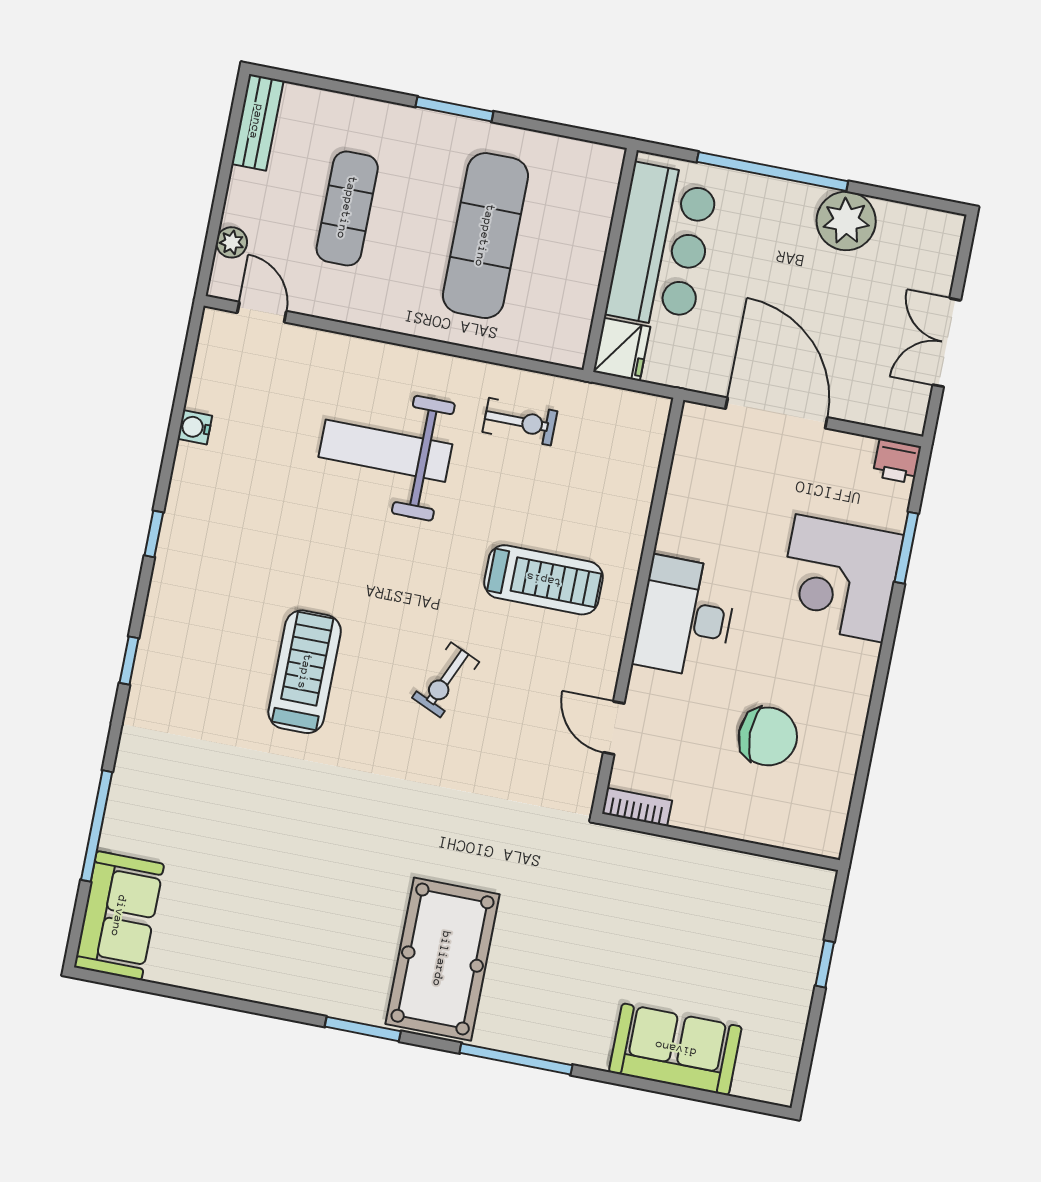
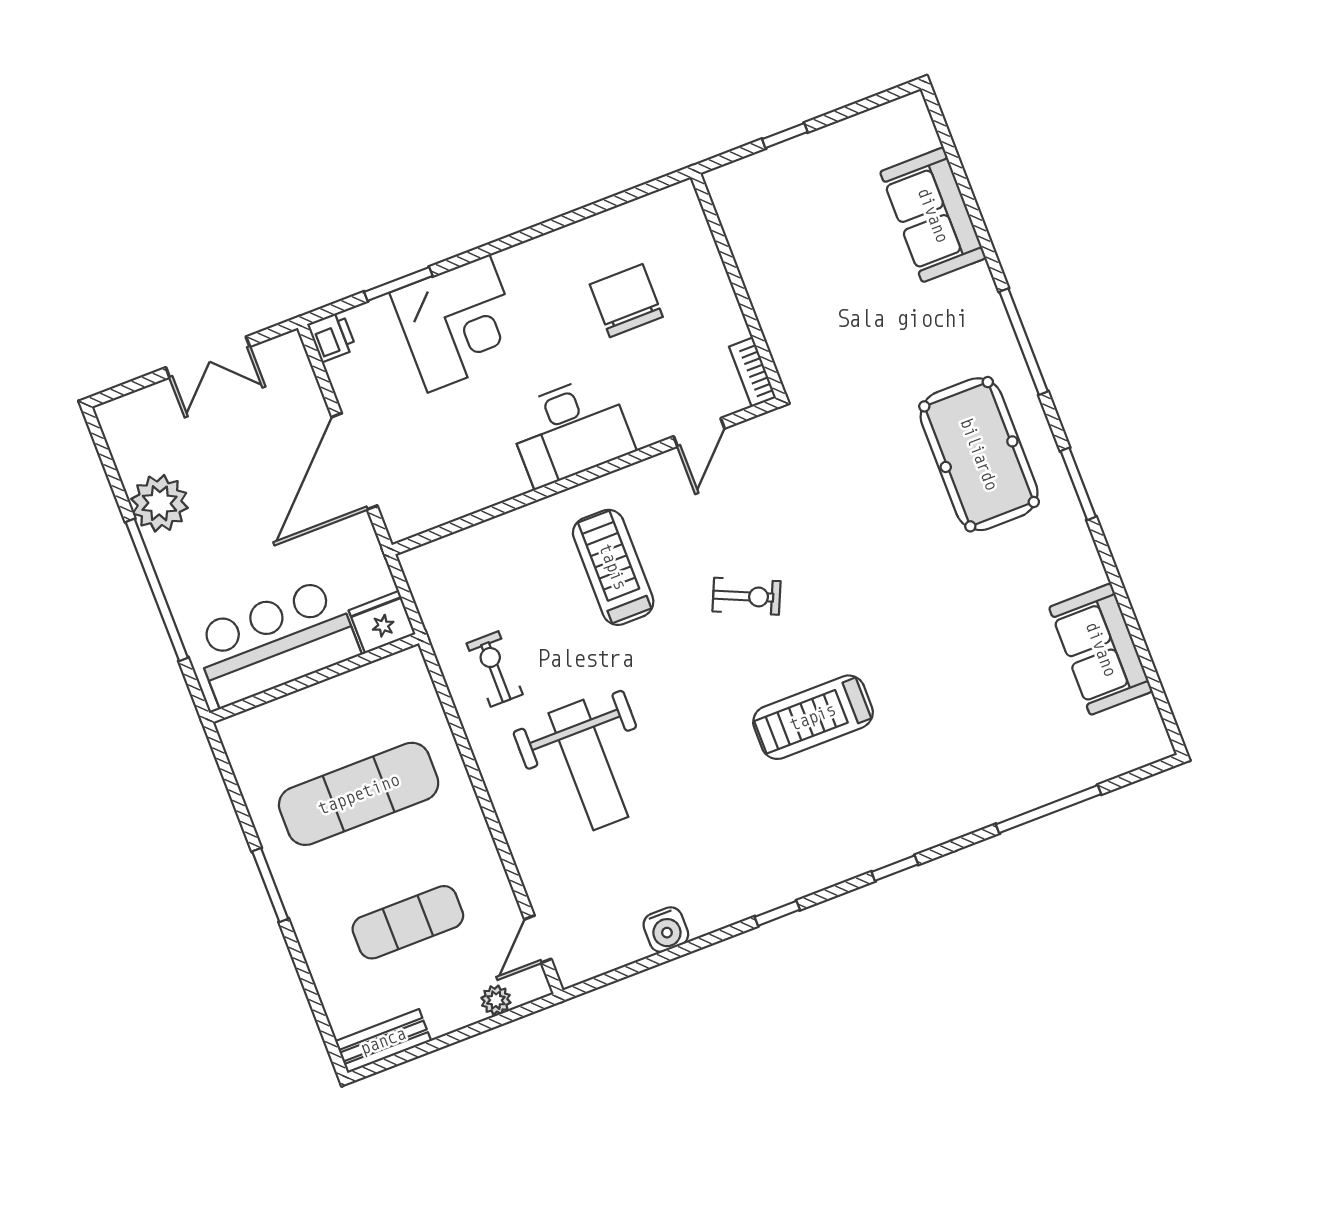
water cooler: (195, 427) -> (666, 930), width x1.38, depth x1.38
sofa: (119, 916) -> (1101, 649), moved, turned -90
pool table: (442, 959) -> (979, 454), turned 90

